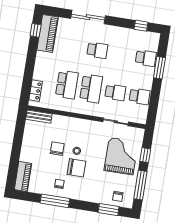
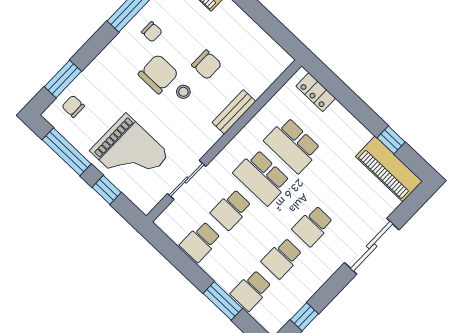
window: (36, 30) -> (391, 140), moved
school desk: (122, 54) -> (282, 258), added
bench: (39, 117) -> (234, 112), moved
chair: (76, 168) -> (158, 74), turned 180

